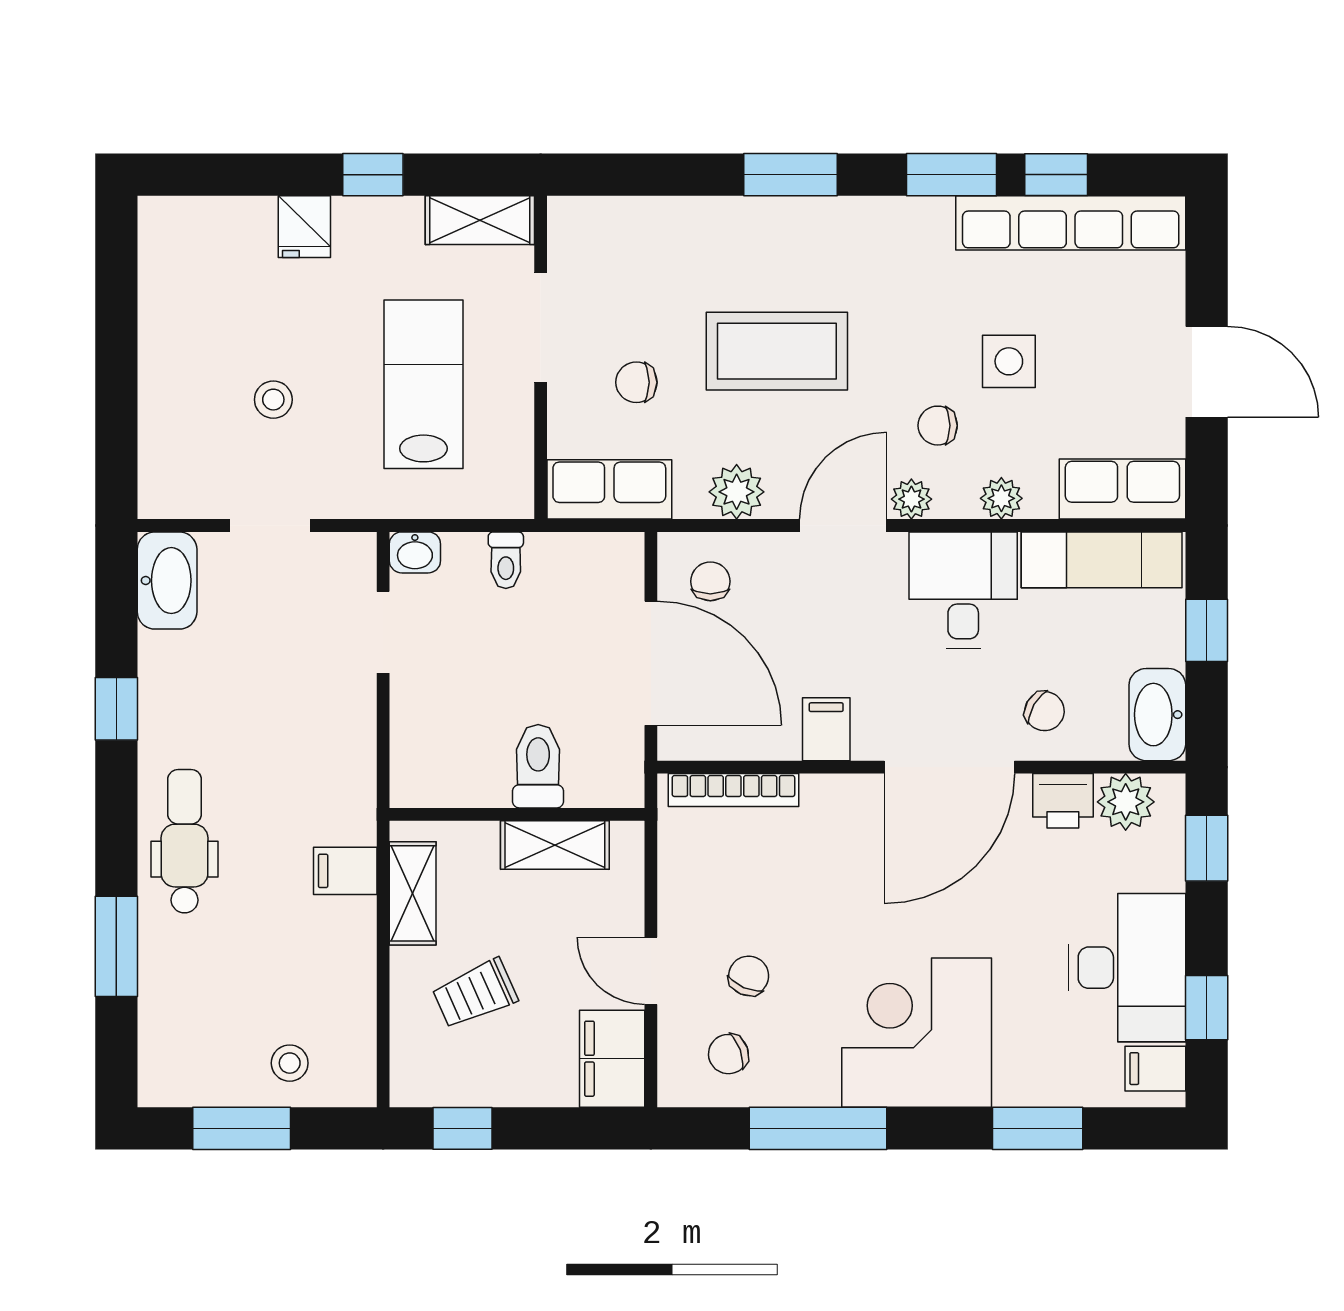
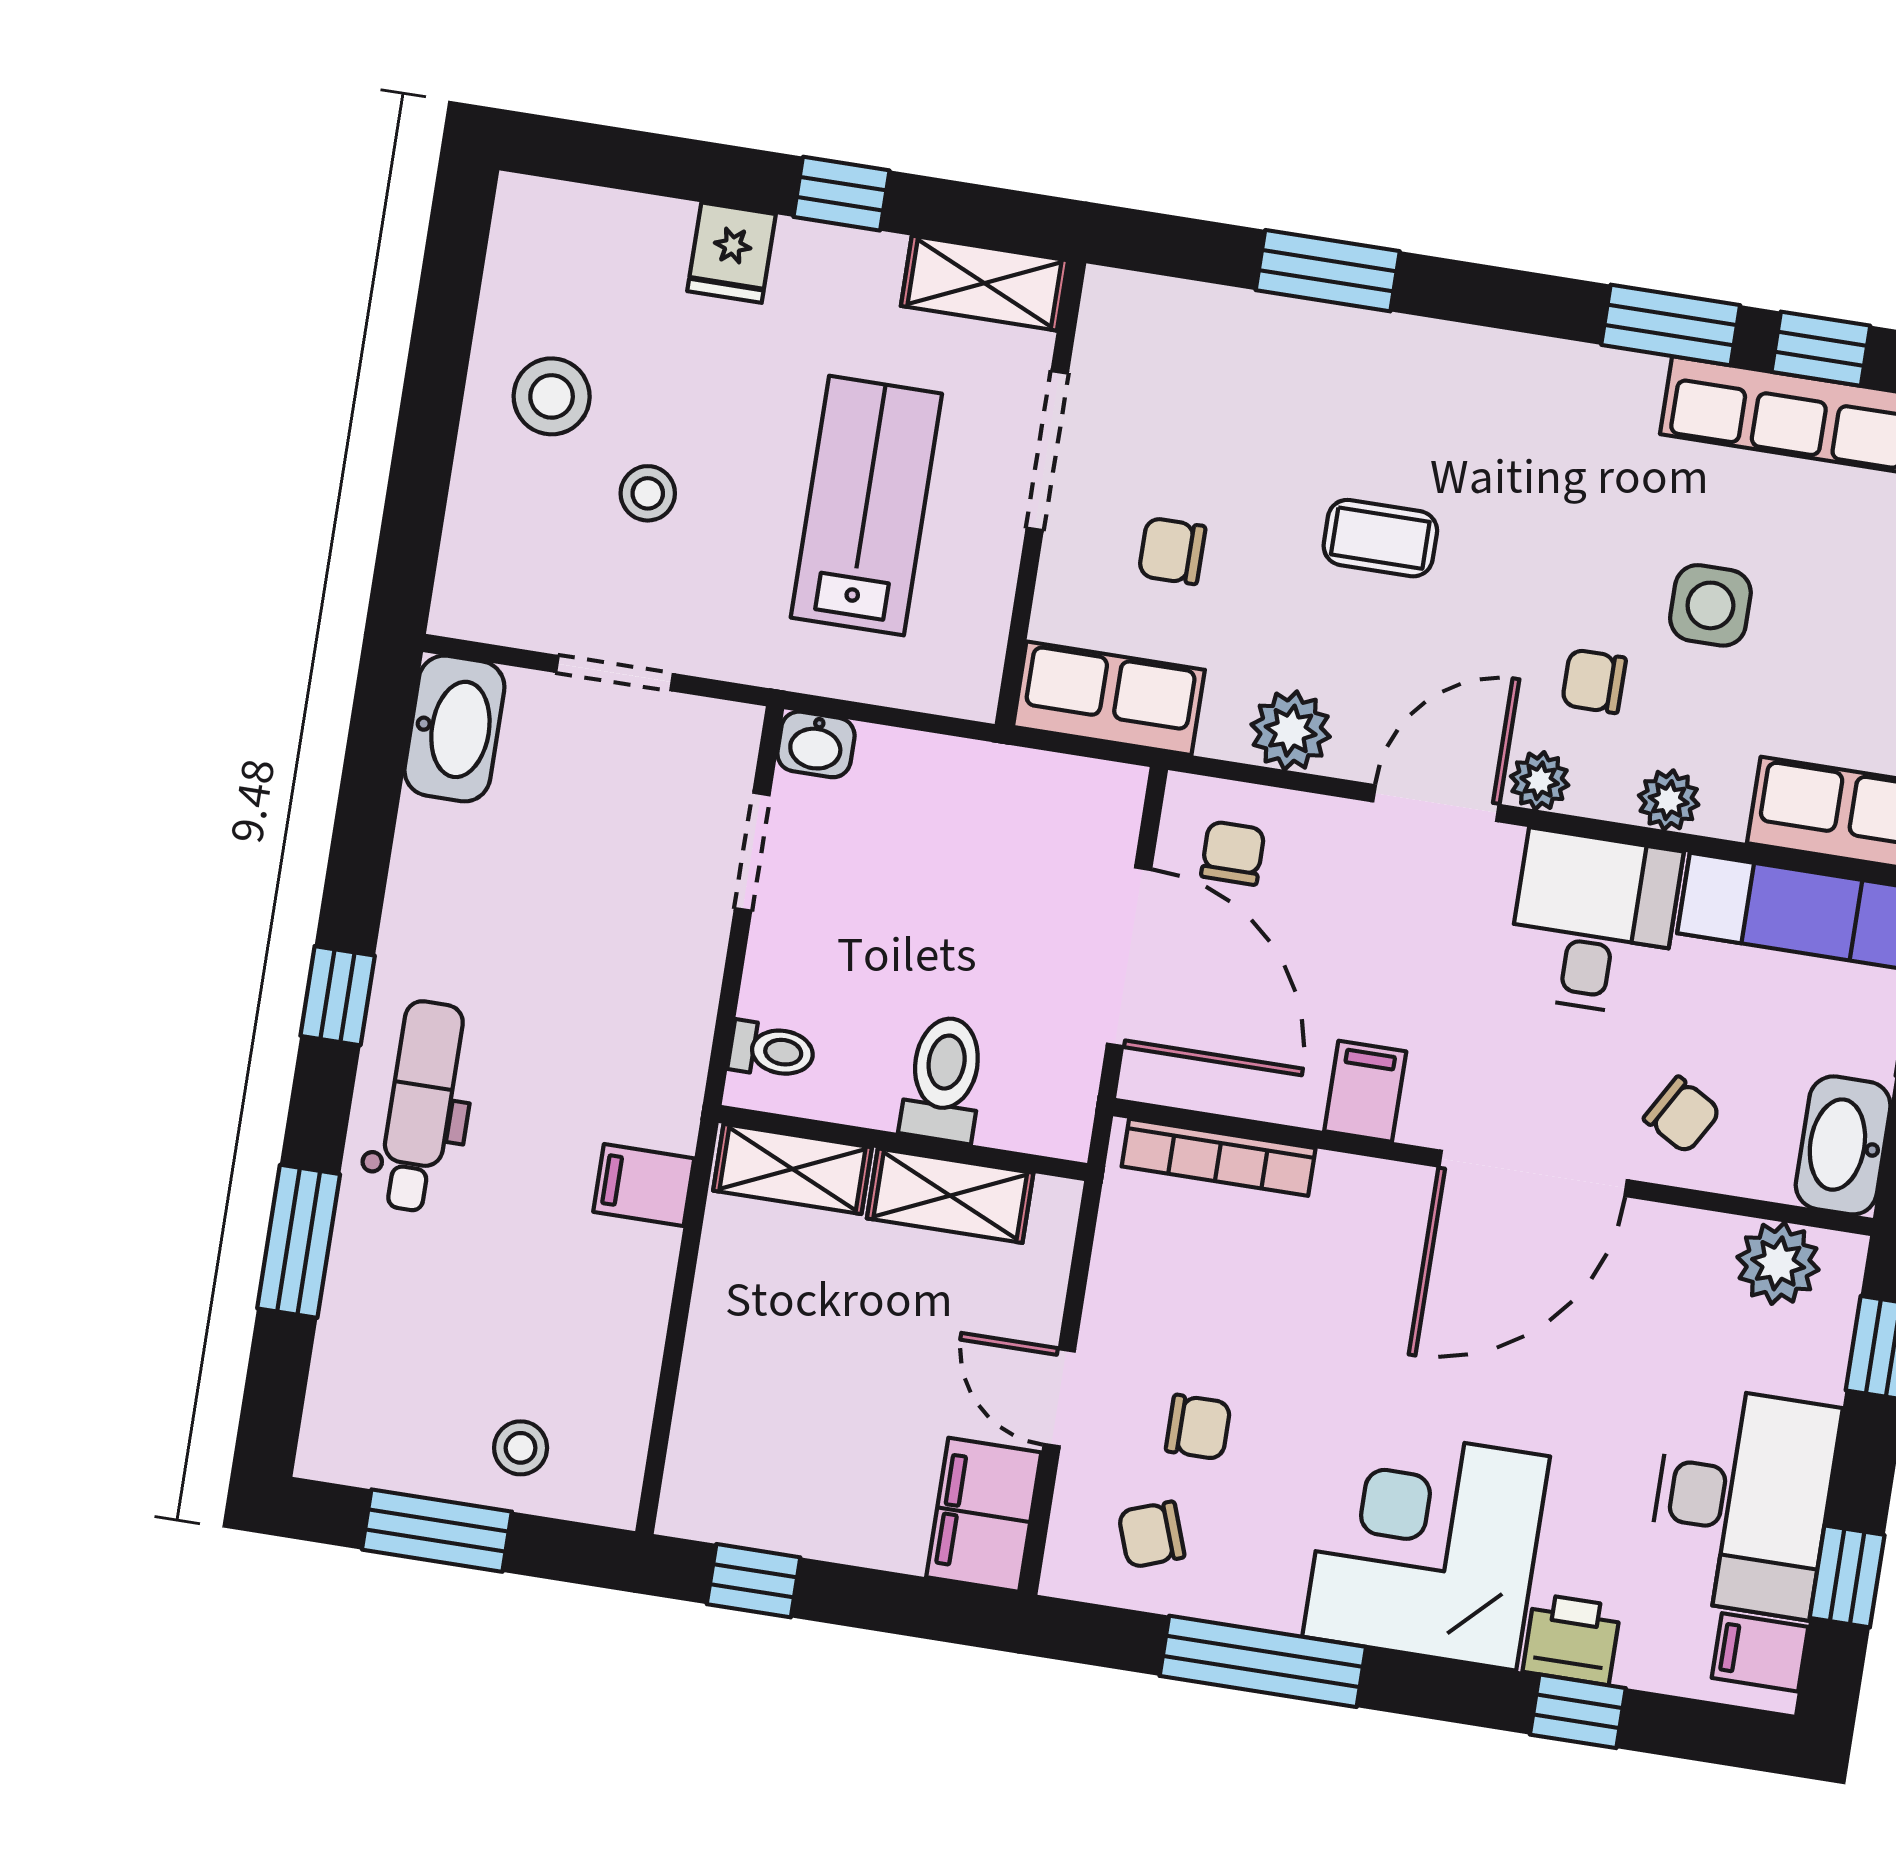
window: (790, 175) -> (1328, 271), moved
stool: (197, 344) -> (552, 396), added
coffee table: (777, 351) -> (1380, 538), width x0.54, depth x0.58
toilet: (506, 560) -> (772, 1050), moved, turned -90
window: (116, 709) -> (338, 996), moved
printer: (1063, 801) -> (1572, 1639), moved, turned 180
shelving: (413, 893) -> (792, 1169), moved, turned 90
chair: (749, 976) -> (1198, 1427), turned 67
trolley: (475, 994) -> (802, 1390), removed
window: (1038, 1128) -> (1578, 1711), width x0.67

